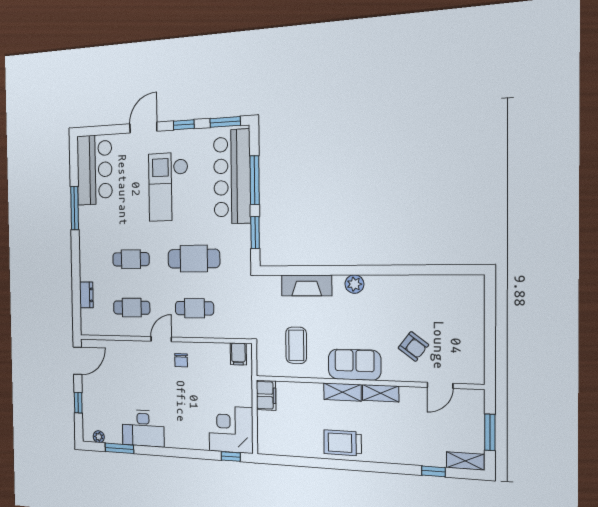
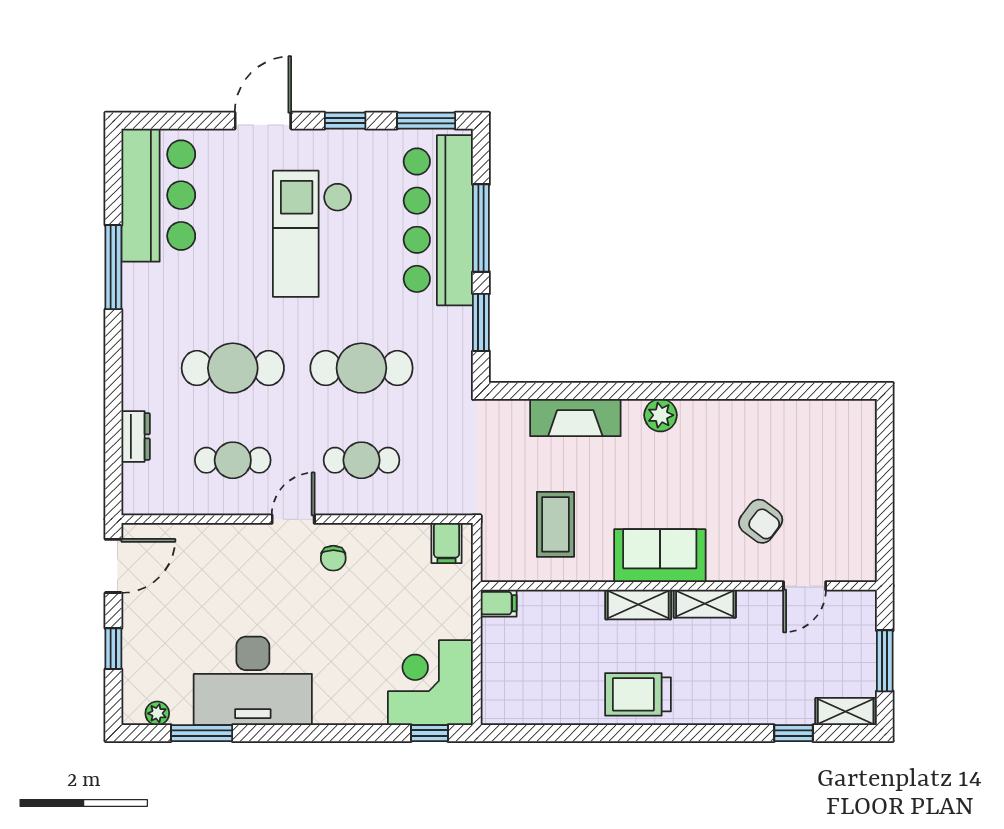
cafe table: (131, 259) -> (233, 368), width x1.37, depth x1.35
filing cabinet: (266, 395) -> (499, 603), width x0.50
desk: (143, 428) -> (253, 681), width x1.36, depth x1.30

